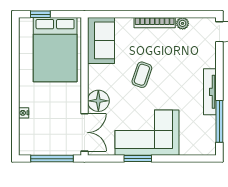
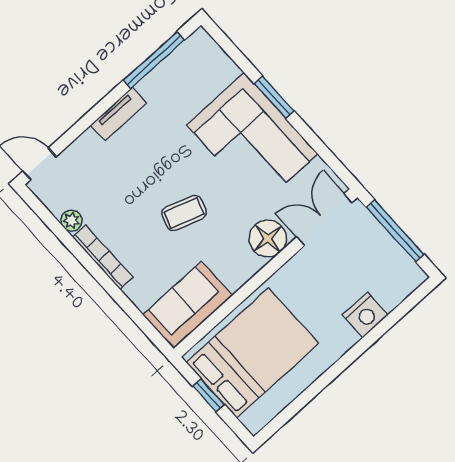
window: (40, 14) -> (208, 395), moved
tv unit: (210, 92) -> (119, 114), width x0.71
nightstand: (24, 113) -> (365, 315), width x1.89, depth x1.79
window: (138, 159) -> (274, 97), moved

